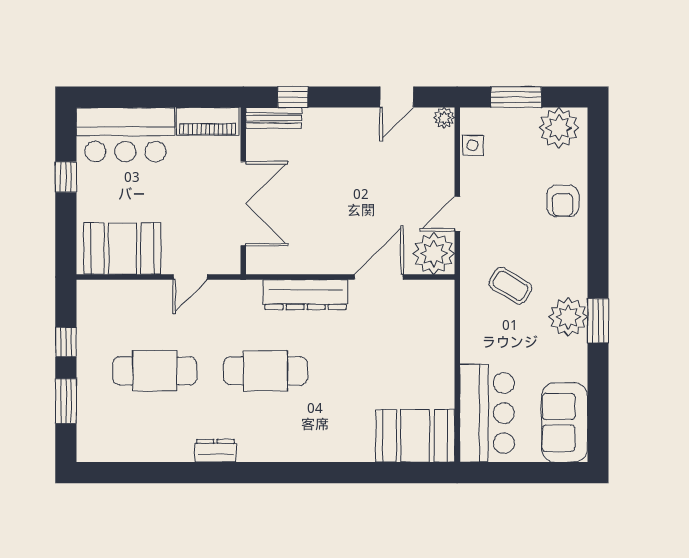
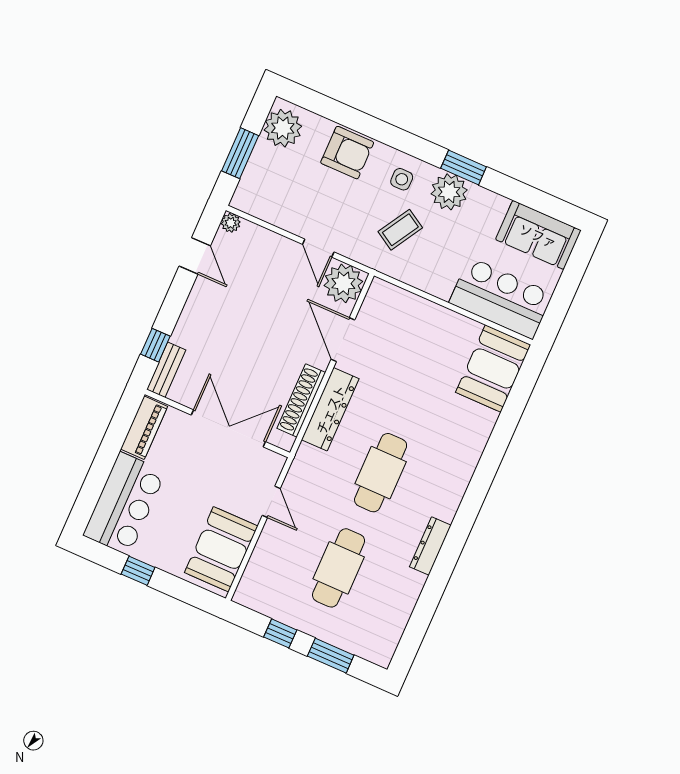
side table: (473, 145) -> (402, 179), moved
armchair: (563, 201) -> (347, 153), width x1.38, depth x1.38
shoe rack: (302, 263) -> (301, 400), added
dresser: (215, 451) -> (430, 546), width x1.44

